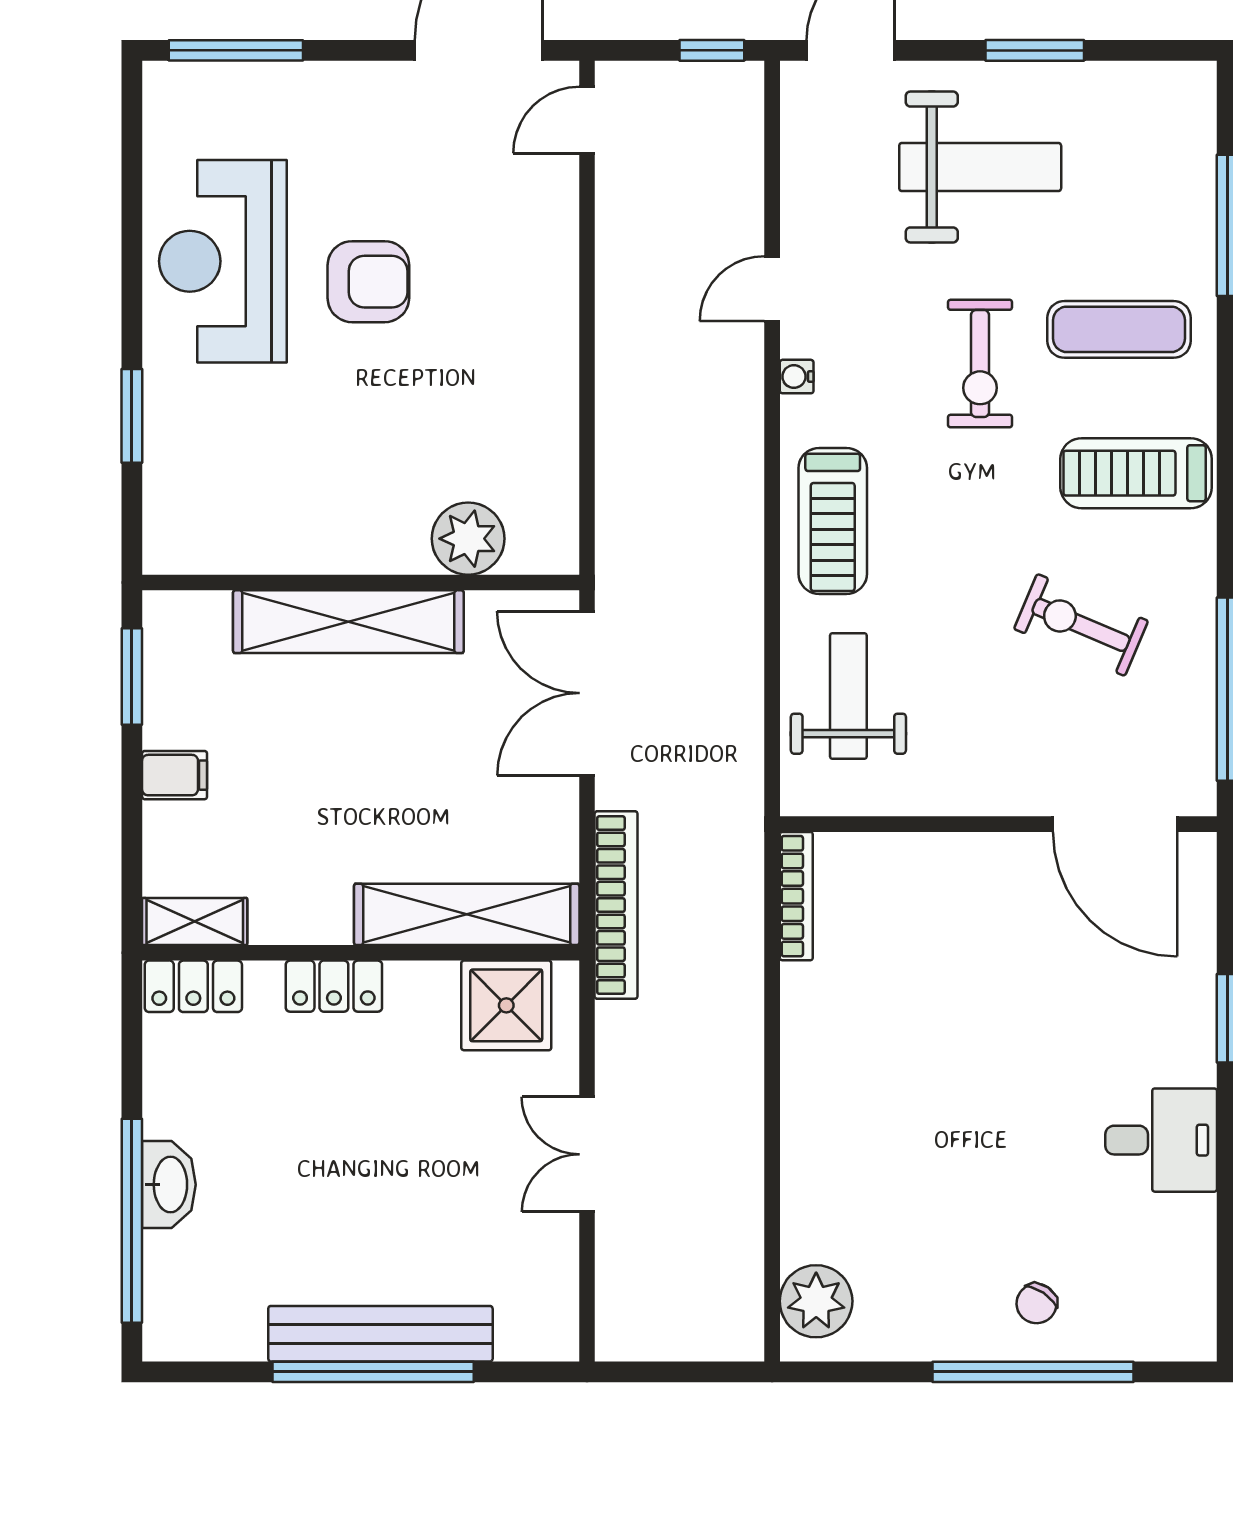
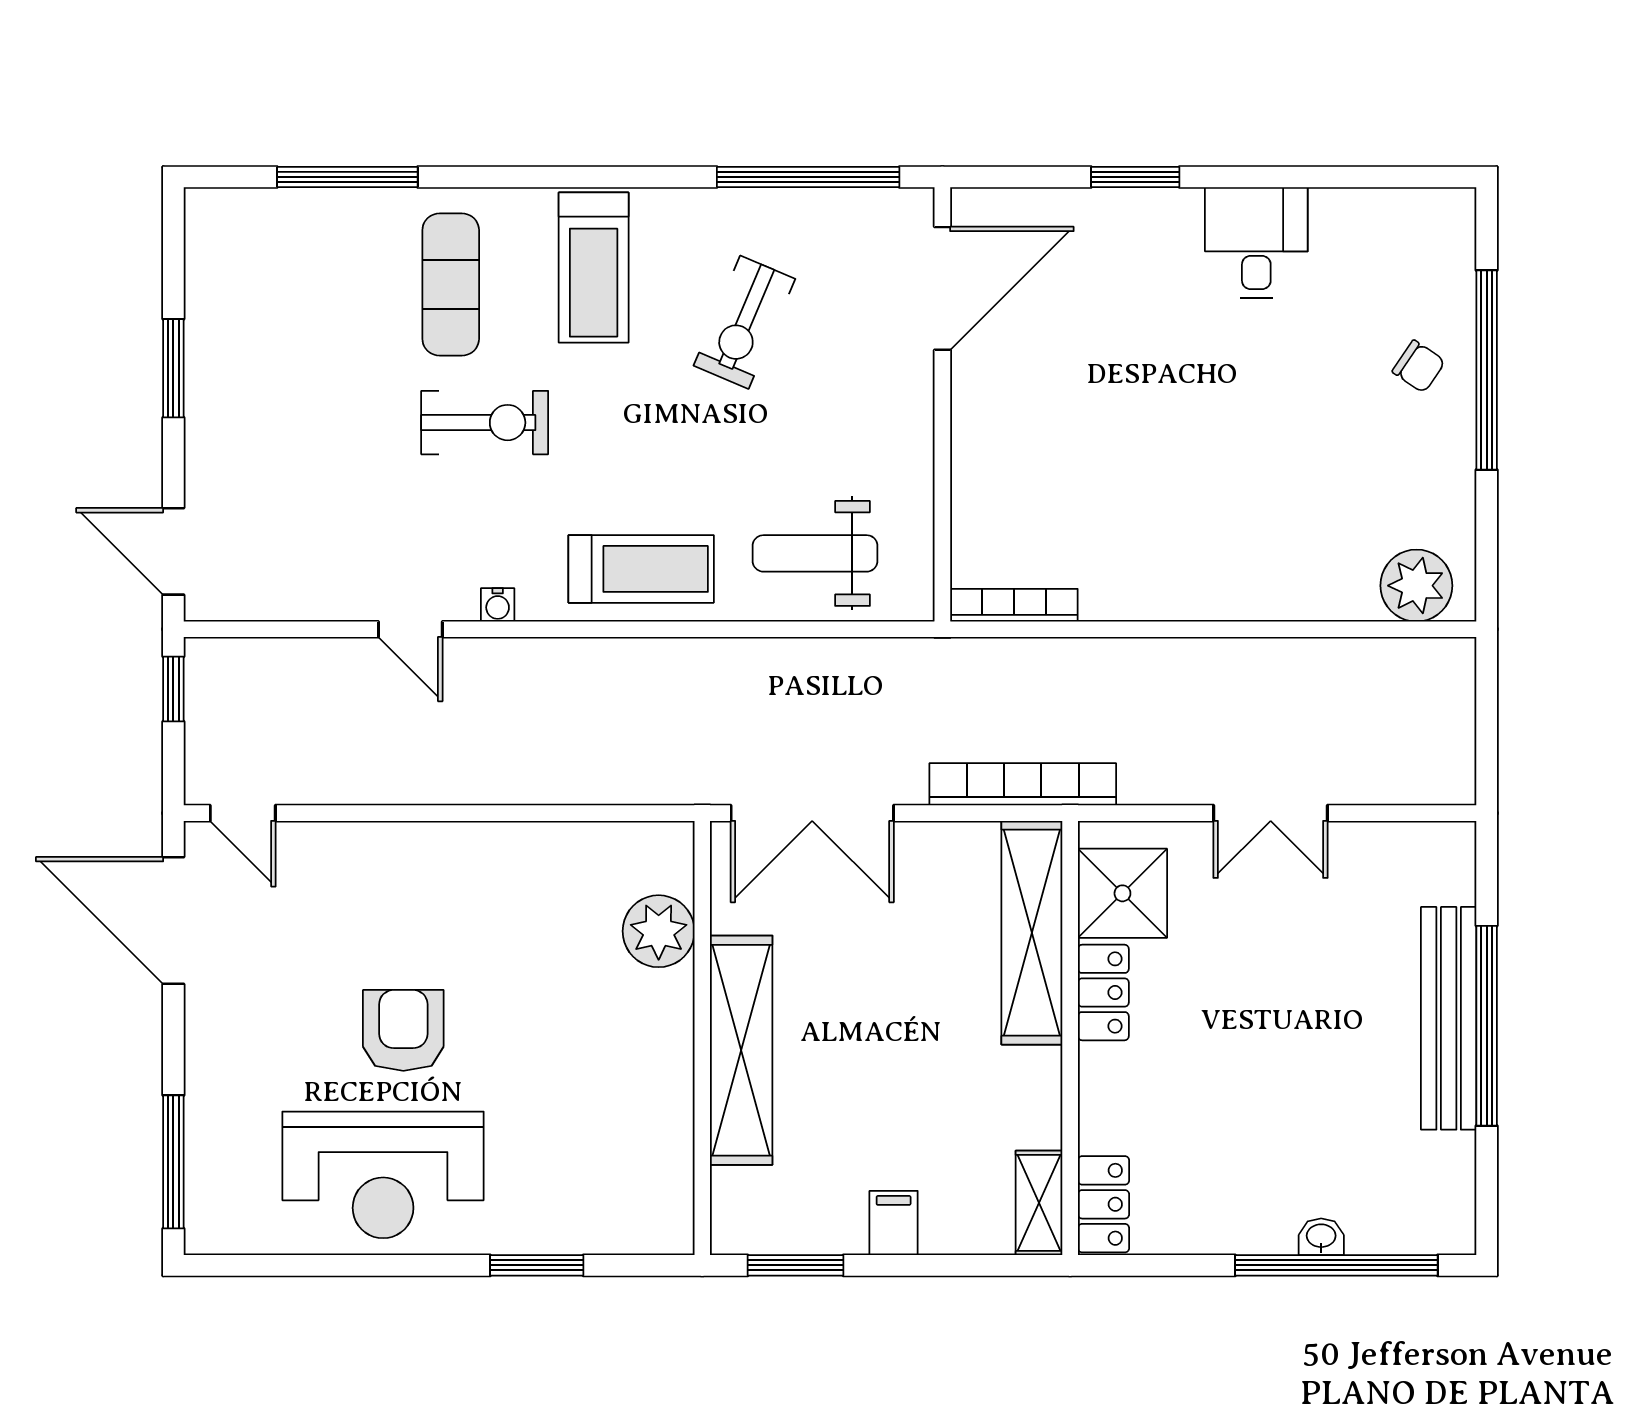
weight bench: (980, 167) -> (289, 422), removed
locker: (334, 986) -> (1103, 992), moved
washbasin: (169, 1185) -> (1321, 1237), width x0.52, depth x0.69

